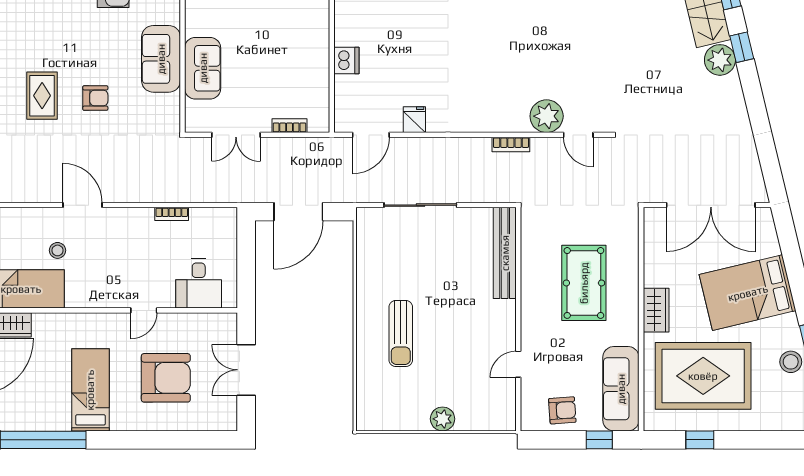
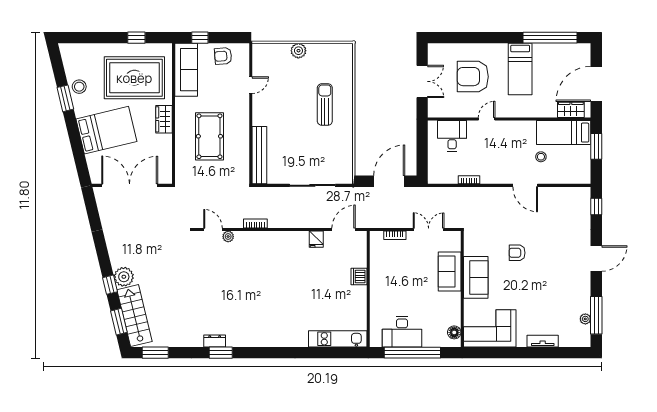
rug: (42, 96) -> (551, 254), removed
plant: (547, 116) -> (228, 237), width x0.53, depth x0.53

